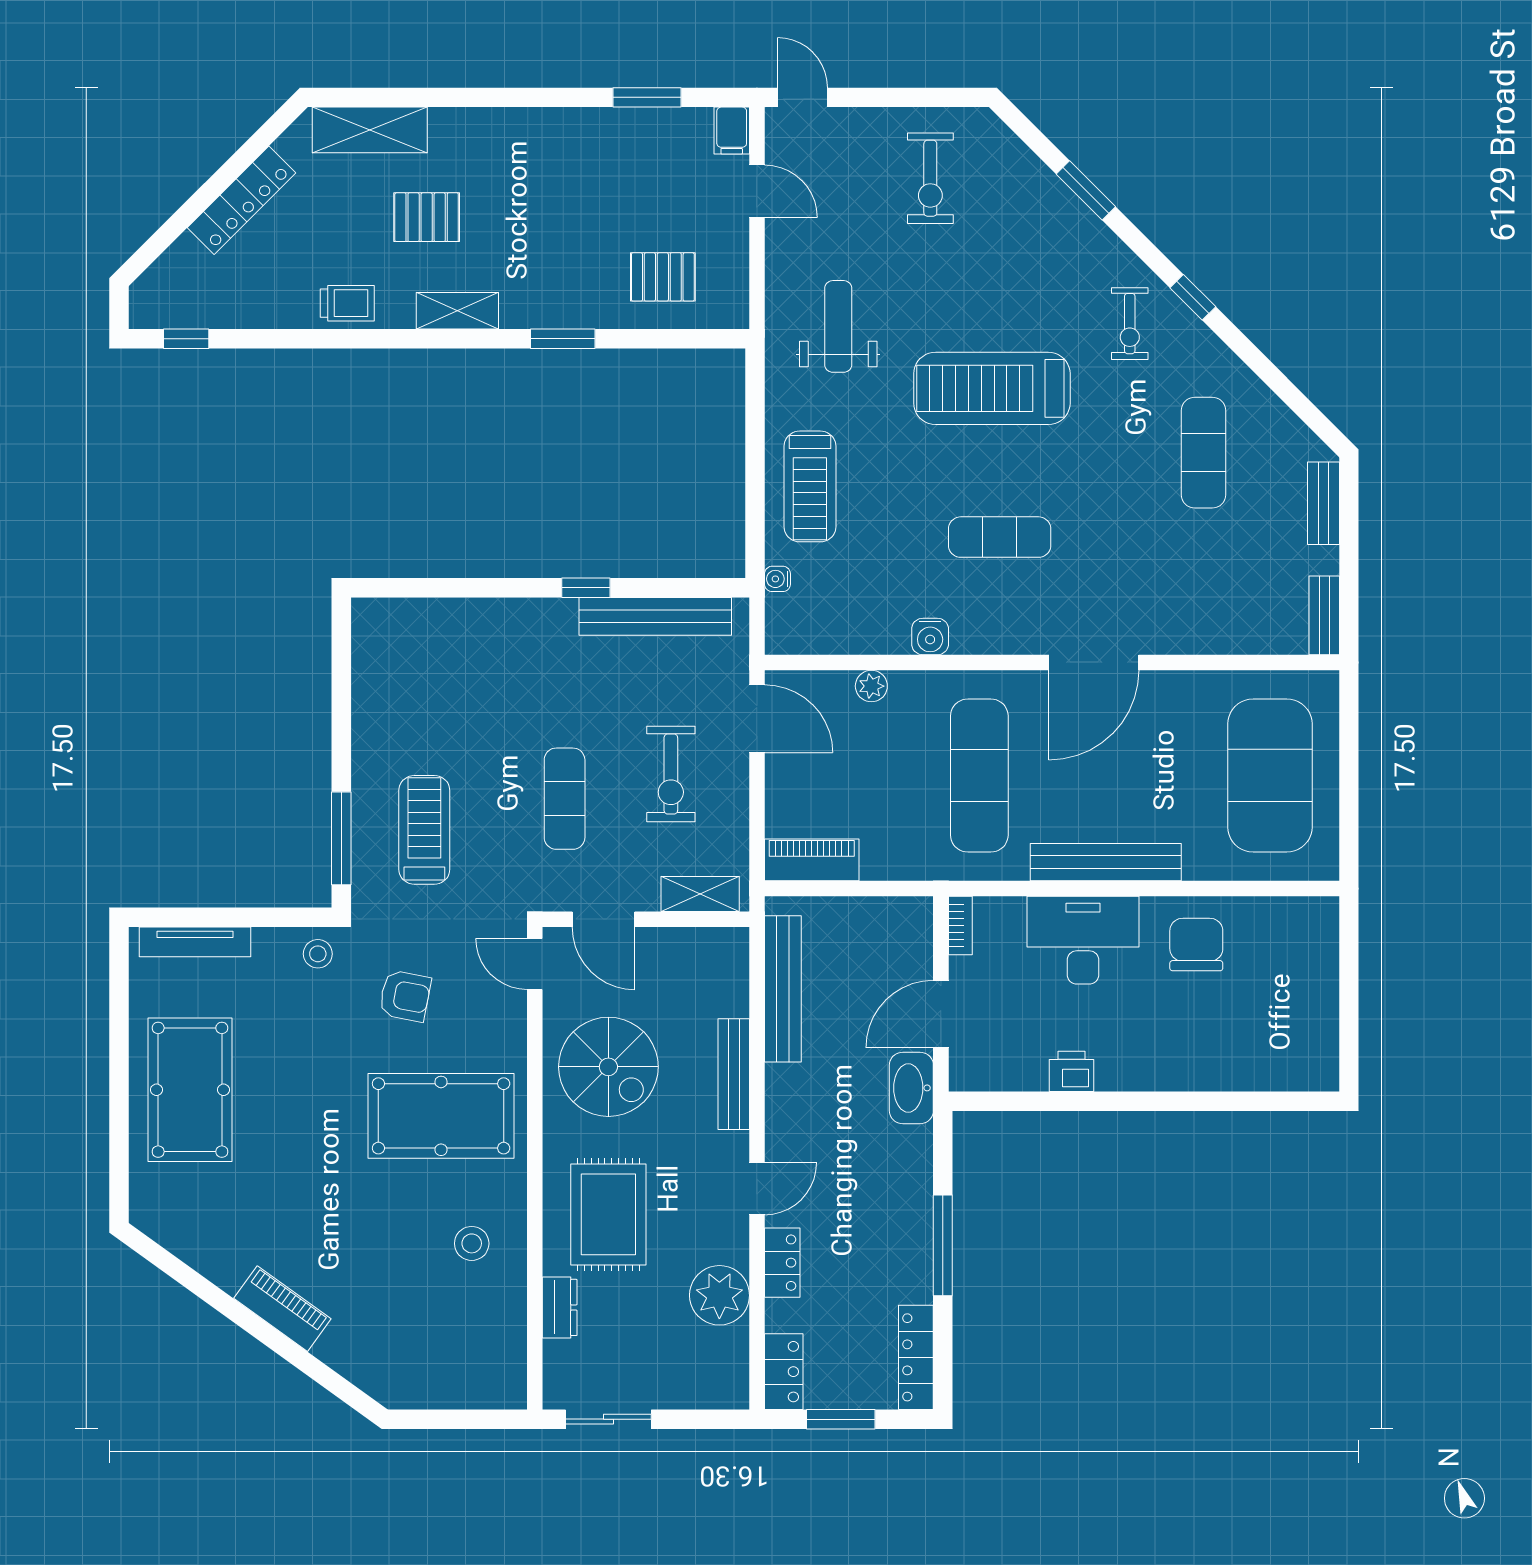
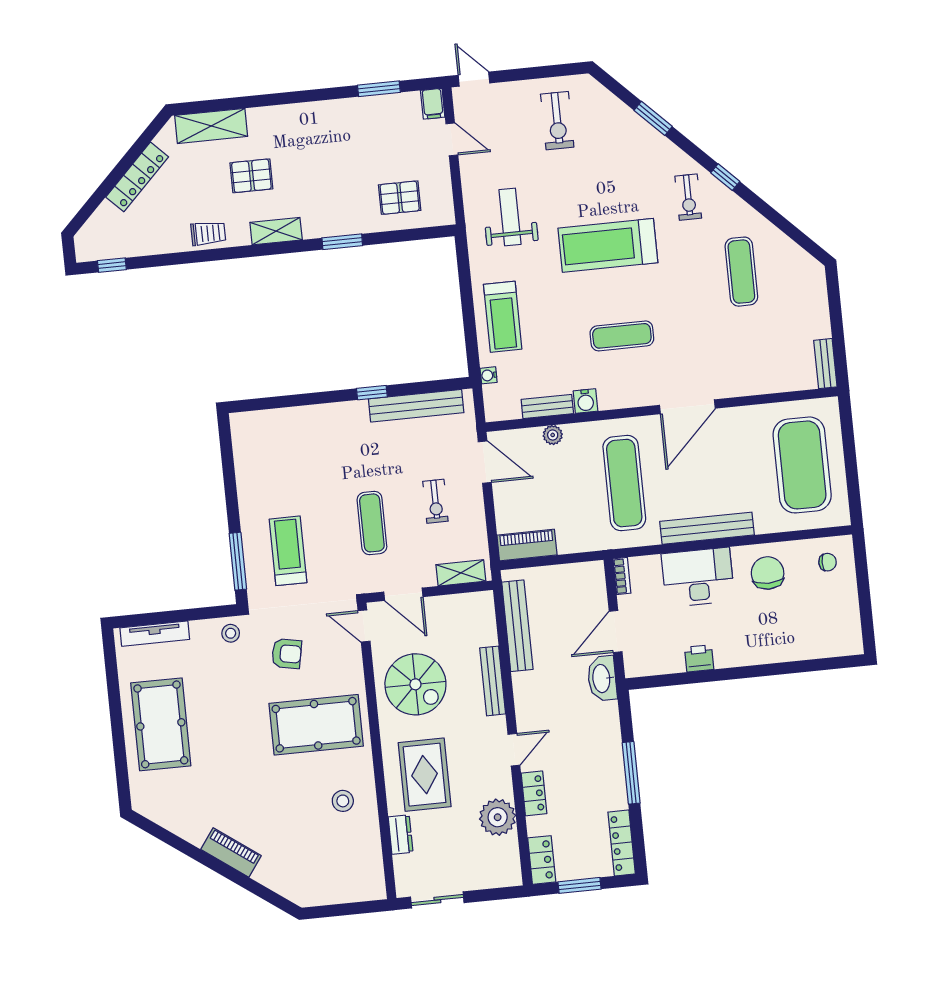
bench: (1324, 503) -> (547, 406), moved, turned 90
exercise bike: (671, 774) -> (435, 501), width x0.73, depth x0.72
chair: (1295, 937) -> (828, 562), added

